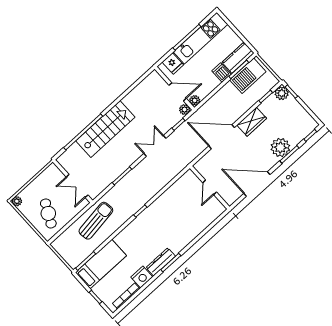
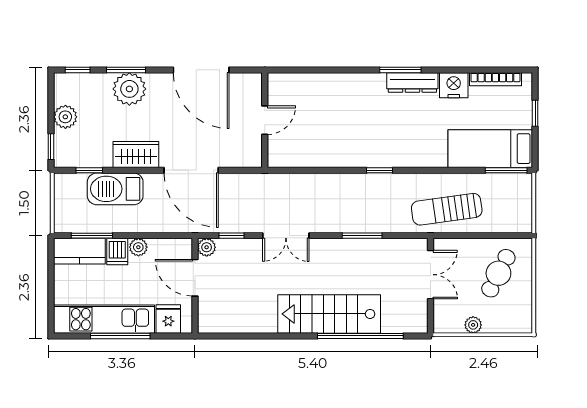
barbecue: (248, 76) -> (115, 189), moved, turned 180
plant: (282, 93) -> (65, 117), moved
plant: (195, 100) -> (138, 247), moved
plant: (17, 201) -> (473, 325), moved

